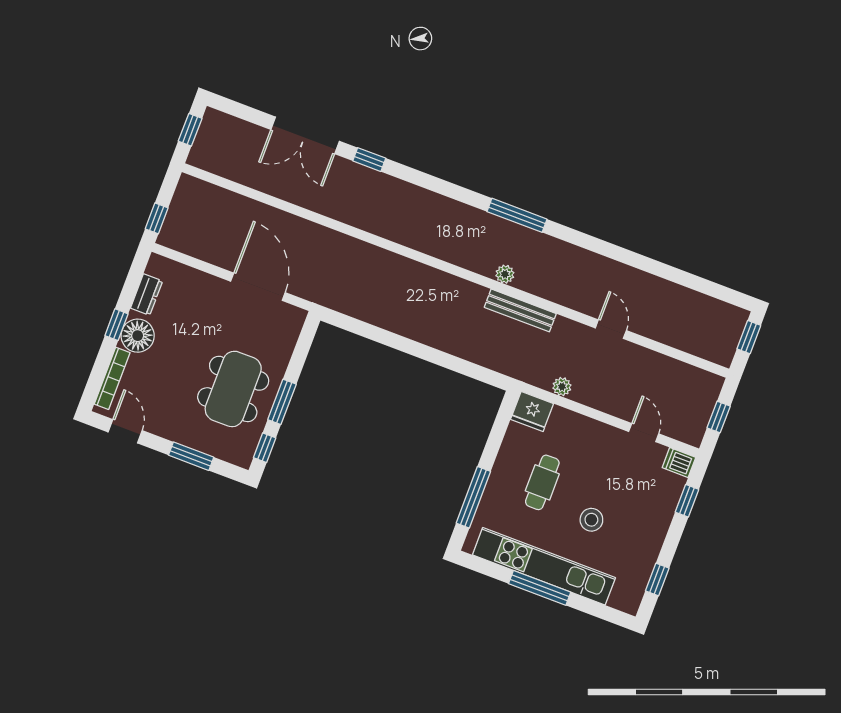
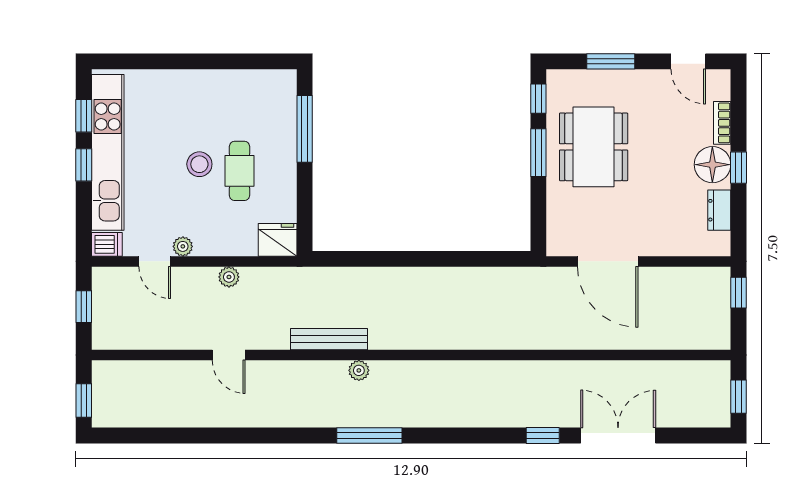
bookcase: (112, 378) -> (722, 123), width x0.64
plant: (562, 387) -> (229, 277), moved
plant: (615, 436) -> (183, 246), added
window: (687, 501) -> (84, 165), moved
stool: (591, 520) -> (199, 164), moved
kitchen unit: (544, 566) -> (108, 152), moved, turned -90
window: (540, 588) -> (201, 61), removed

